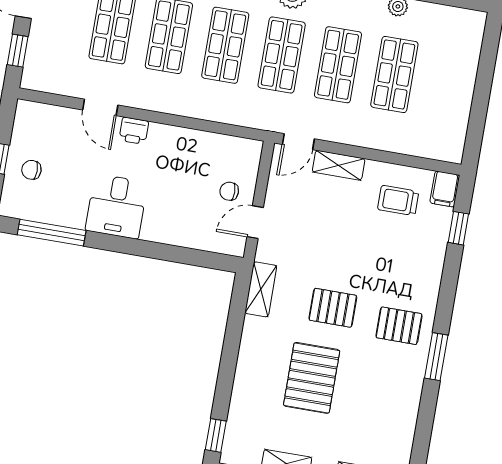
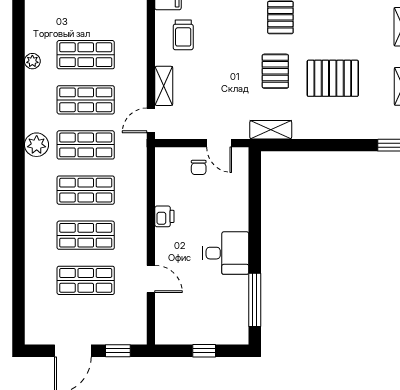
door: (100, 107) -> (151, 279), hinge flipped
printer: (134, 131) -> (164, 216), moved
door: (298, 142) -> (151, 120), swing flipped
chair: (31, 170) -> (209, 324), removed

